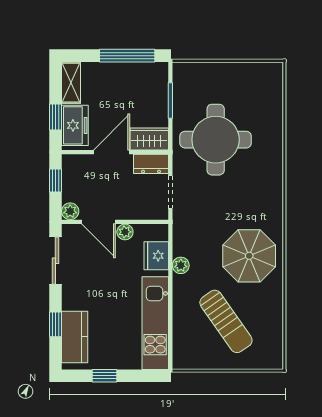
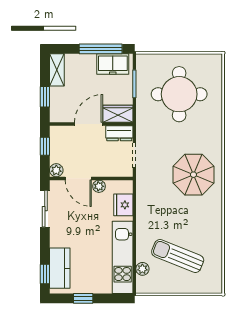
freezer: (75, 125) -> (113, 64), moved, turned 90
round table: (216, 140) -> (179, 94), moved
parasol: (249, 256) -> (193, 175), moved
plant: (181, 265) -> (142, 269), moved
sun lounger: (226, 321) -> (178, 256), turned 147
window: (55, 324) -> (45, 274), moved

